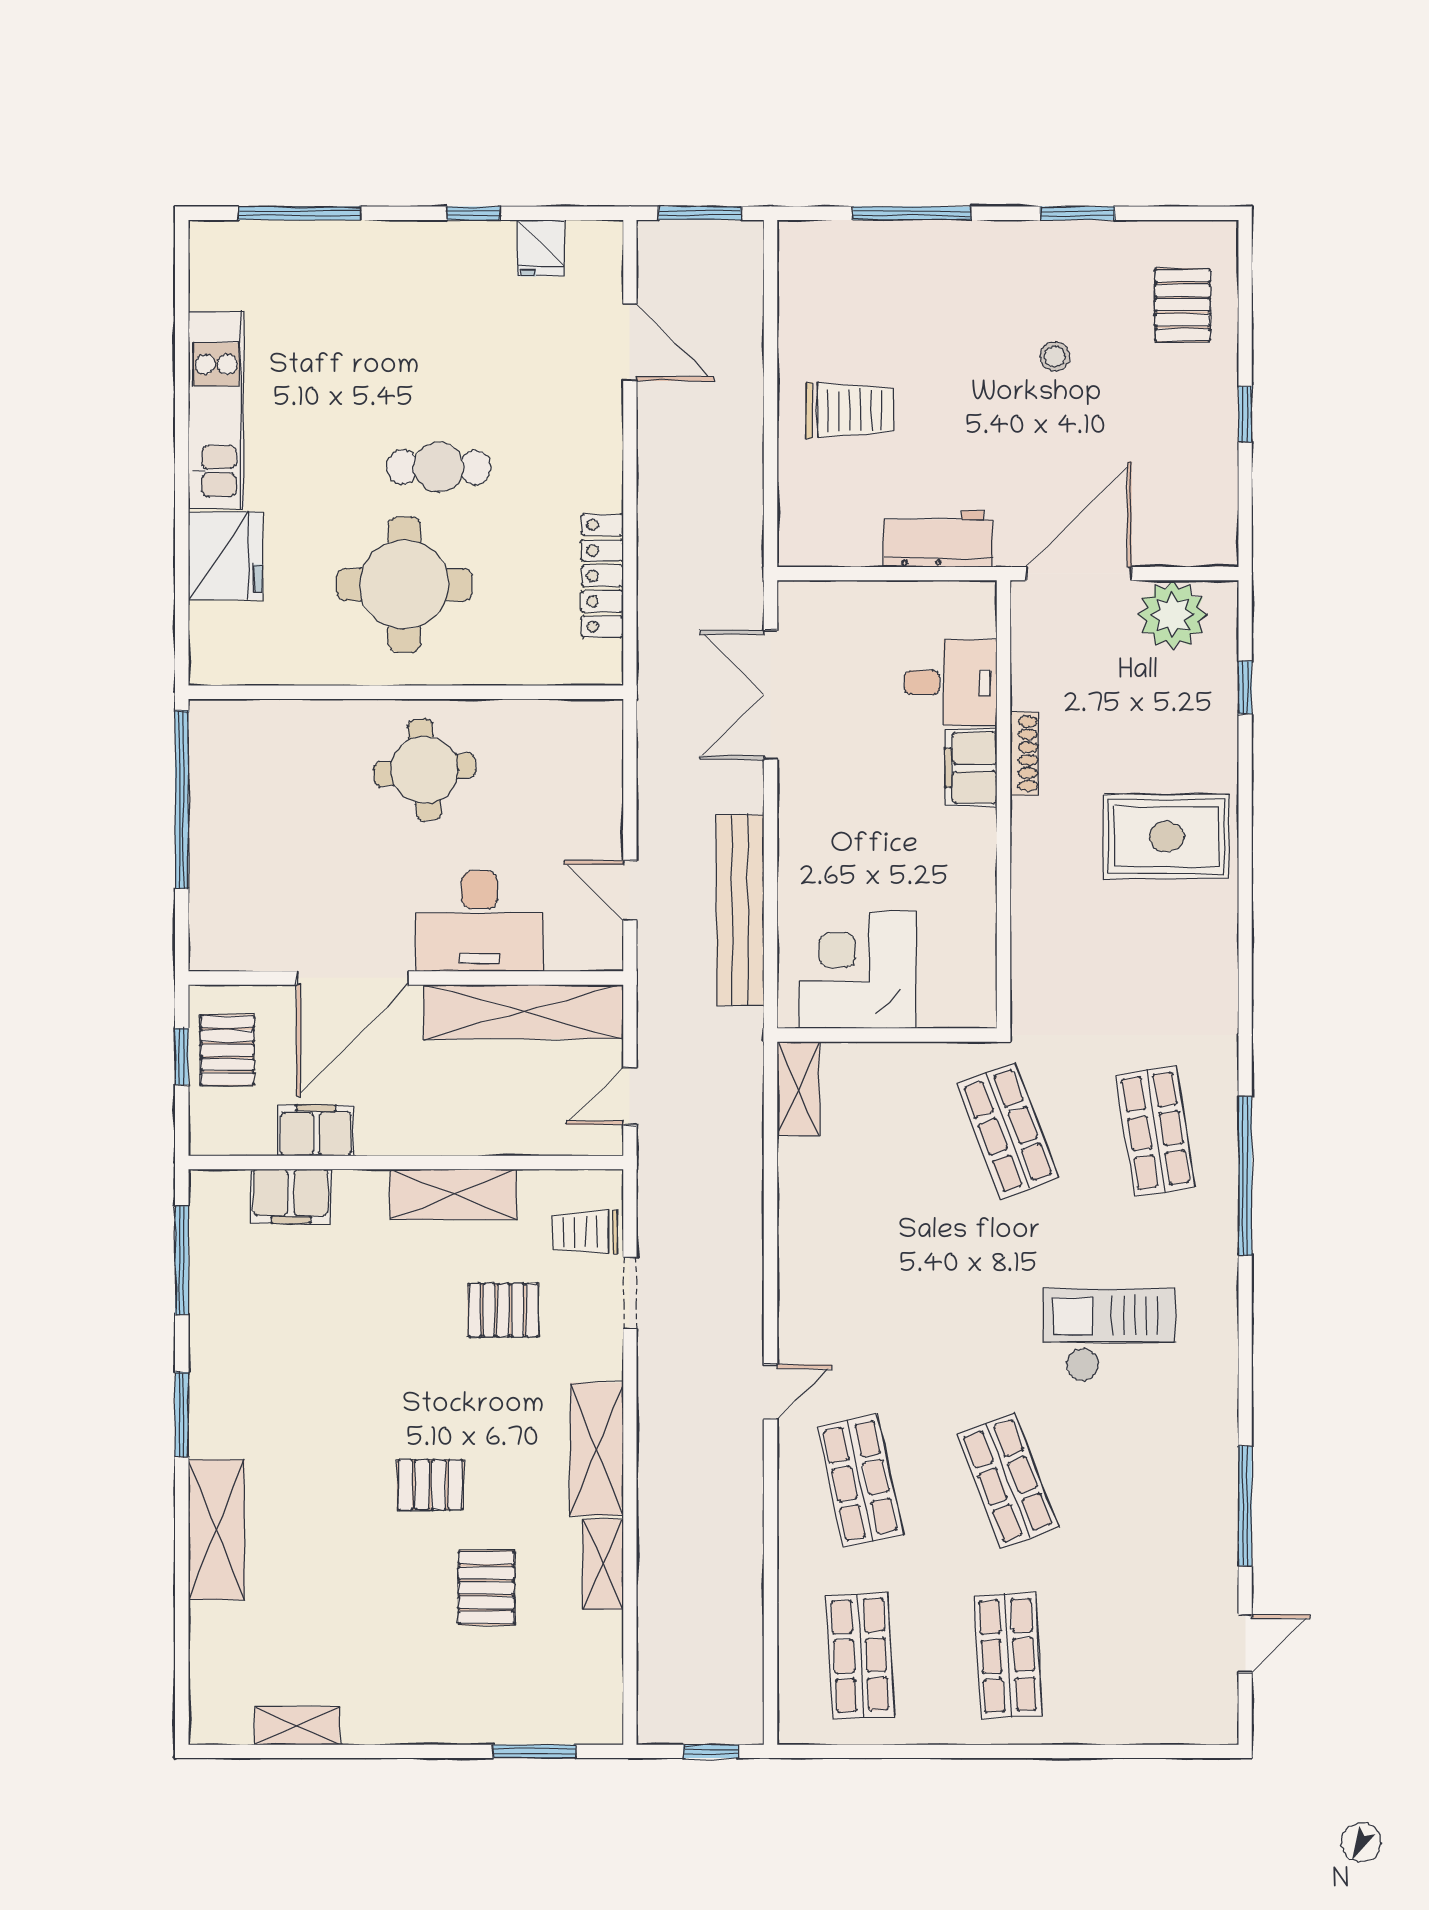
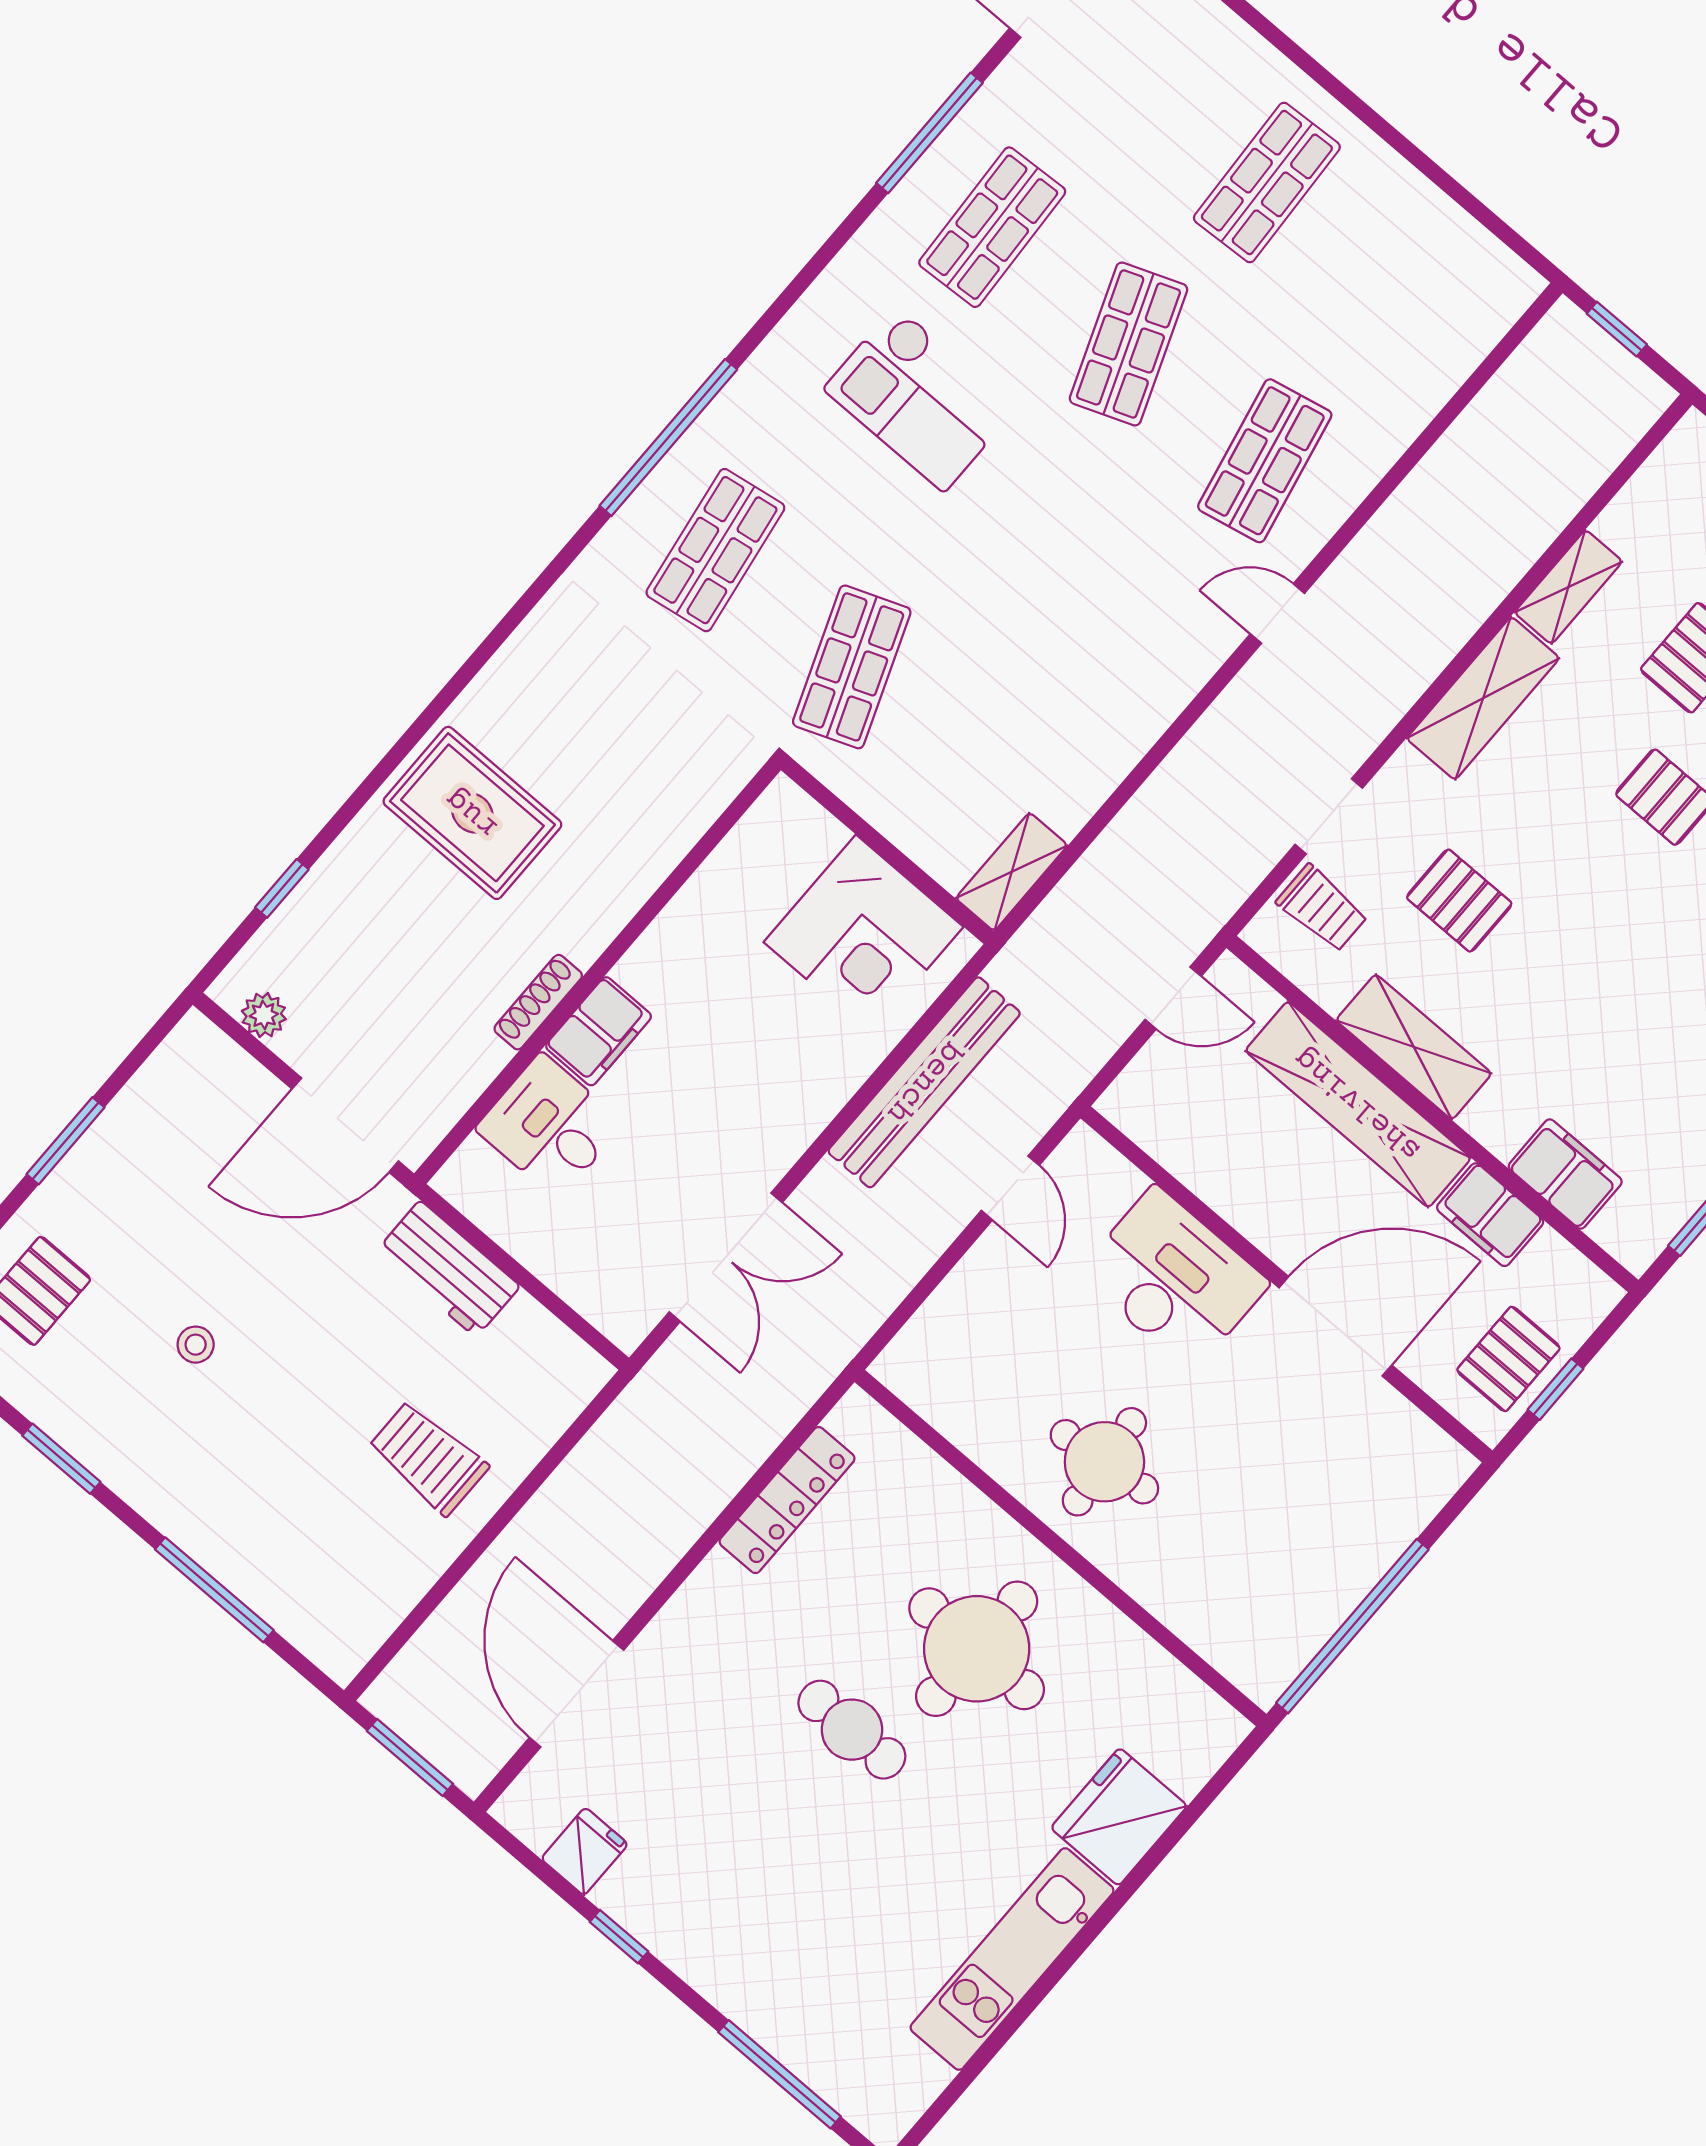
door: (630, 342) -> (577, 1694), width x1.36
window: (1245, 414) -> (66, 1141), width x1.50
plant: (1172, 615) -> (264, 1015), width x0.53, depth x0.53
shelving: (524, 1012) -> (1358, 1104), moved
shop shelf: (860, 1656) -> (992, 227), moved

